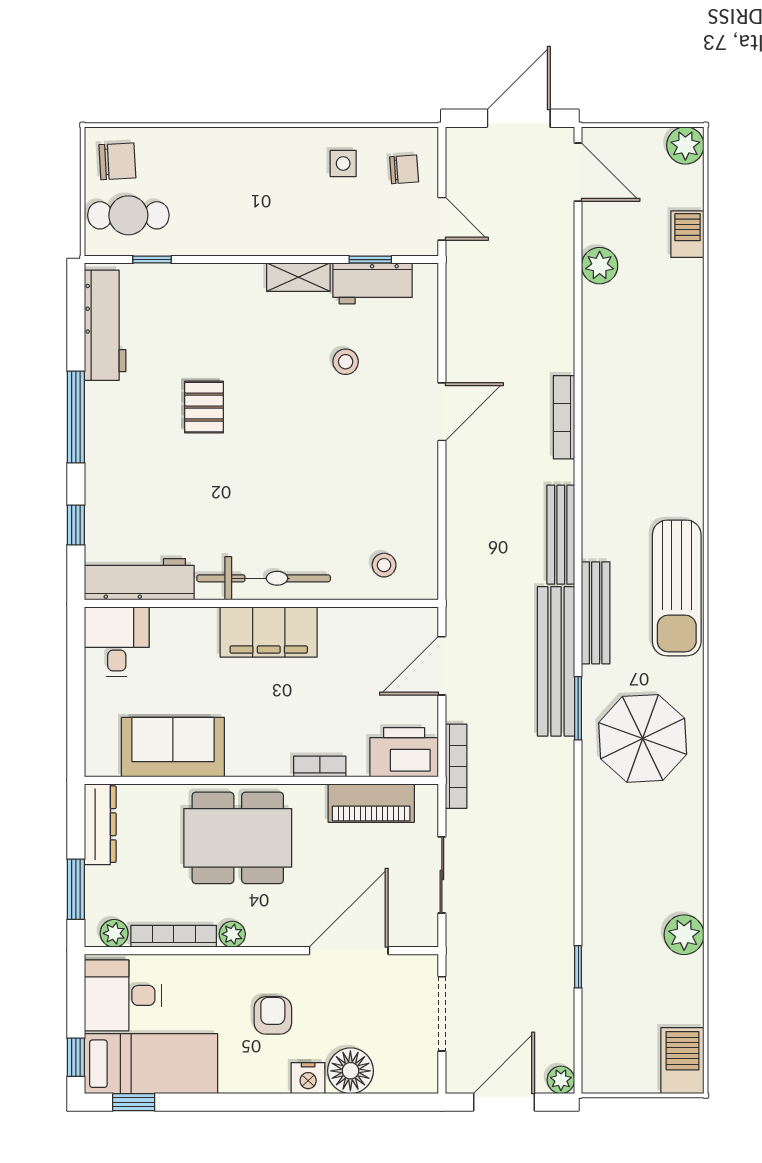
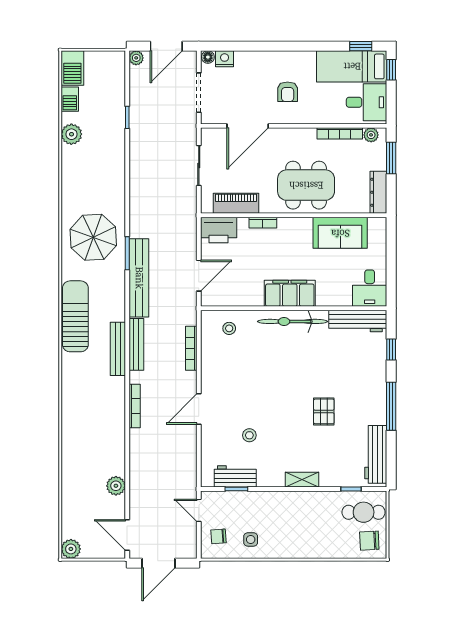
barbecue: (687, 234) -> (70, 99), moved
shelving: (298, 277) -> (302, 480), moved
bench: (596, 613) -> (118, 349), moved
bookcase: (456, 766) -> (191, 348), moved
plant: (232, 934) -> (309, 134), removed
floor lamp: (350, 1071) -> (208, 57), moved, width x0.53, depth x0.53
nightstand: (308, 1078) -> (225, 59), moved

